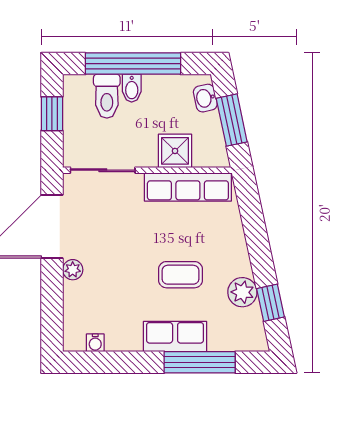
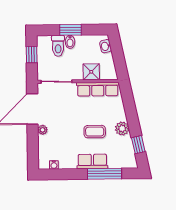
window: (133, 64) -> (71, 30), width x0.47
window: (232, 120) -> (118, 57), removed
plant: (242, 292) -> (122, 129), moved

